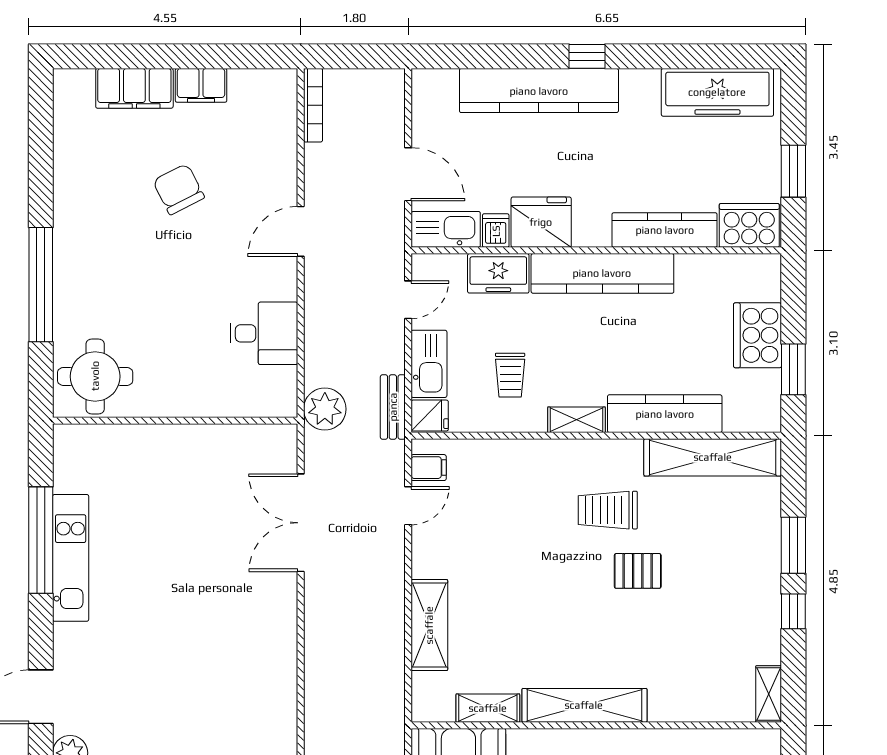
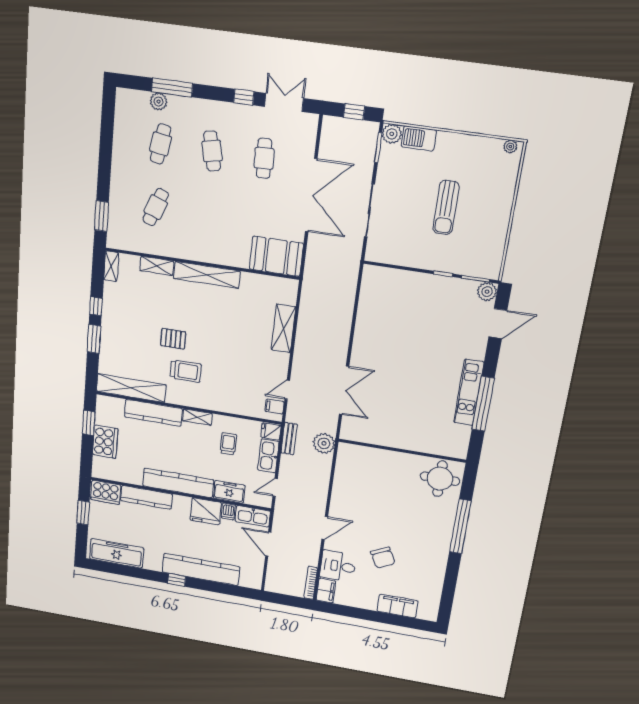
filing cabinet: (201, 85) -> (326, 591), moved, turned 90
desk: (264, 333) -> (338, 566), moved
shelving: (488, 708) -> (157, 266), moved

